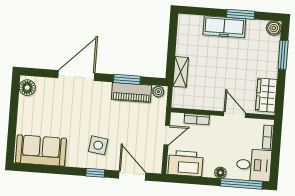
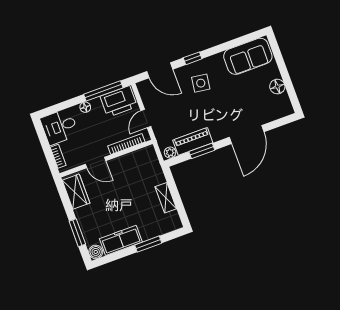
window: (241, 14) -> (148, 244), moved
freezer: (224, 27) -> (121, 240), moved
shelving: (181, 72) -> (166, 198), moved
floor lamp: (27, 88) -> (277, 87), moved
bookcase: (197, 119) -> (126, 144), width x1.56
window: (241, 184) -> (103, 91), moved

